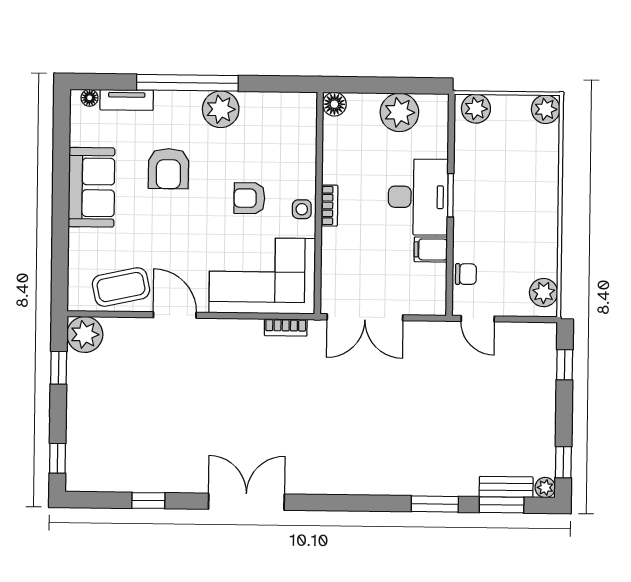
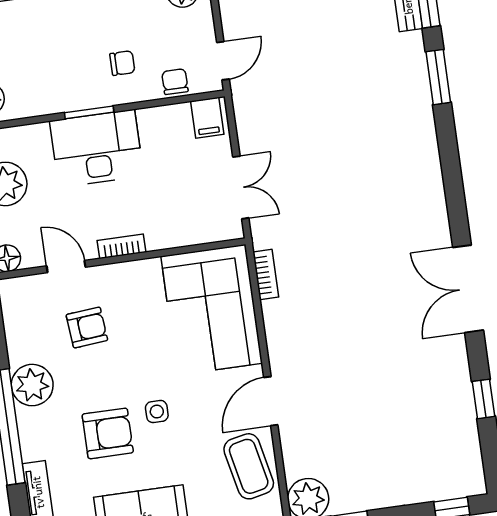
door: (319, 155) -> (66, 267), added
armchair: (249, 198) -> (87, 328), moved, turned -95
side table: (302, 209) -> (157, 412), moved
chair: (489, 231) -> (122, 63), added
filing cabinet: (431, 249) -> (207, 118), moved
double door: (365, 317) -> (241, 187), width x0.73

